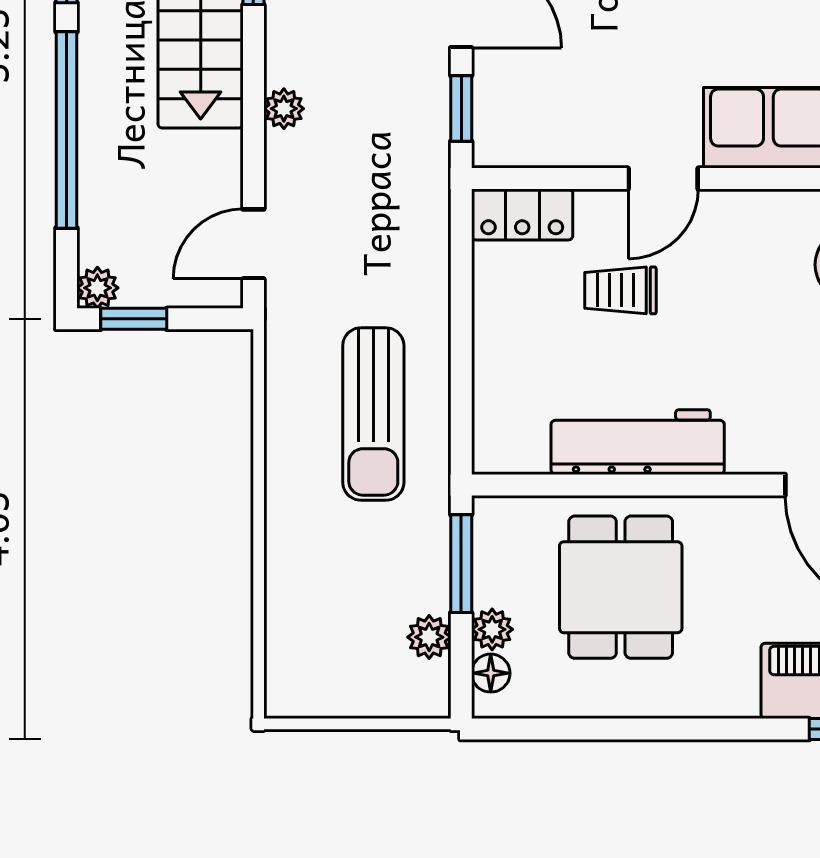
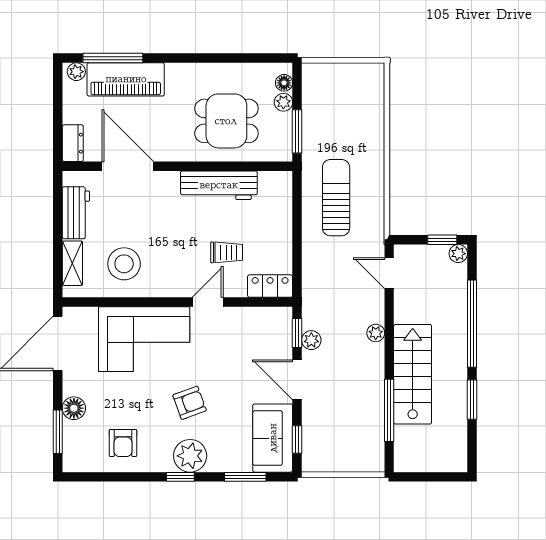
door: (253, 244) -> (389, 273), swing flipped
dining table: (621, 587) -> (226, 121), turned 90
plant: (429, 637) -> (311, 340), moved

